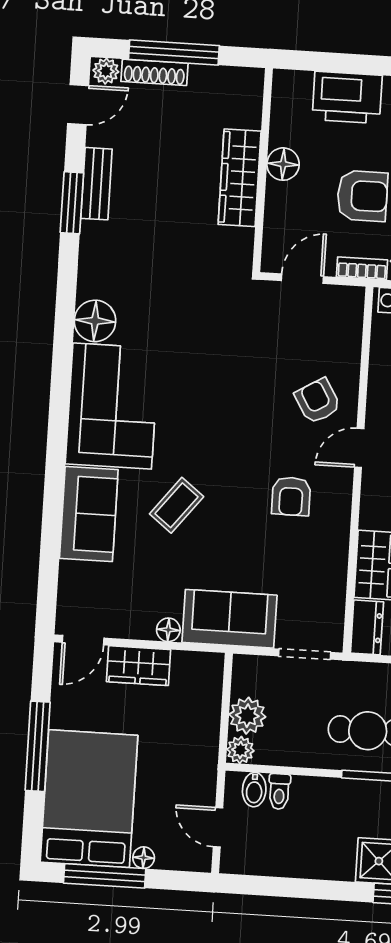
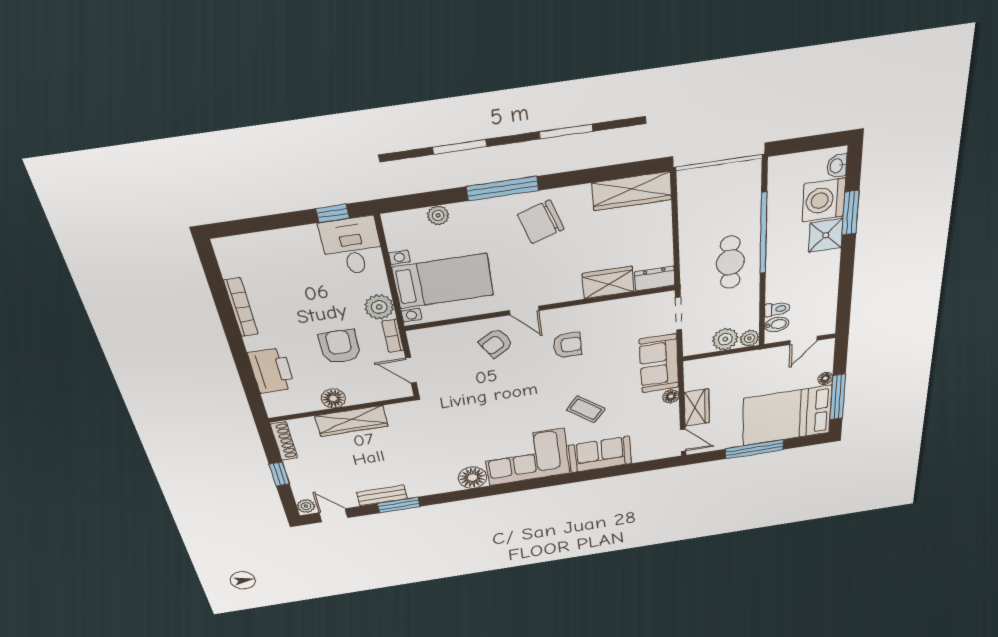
window: (174, 53) -> (279, 474), width x0.46
shoe rack: (154, 72) -> (284, 441), moved

